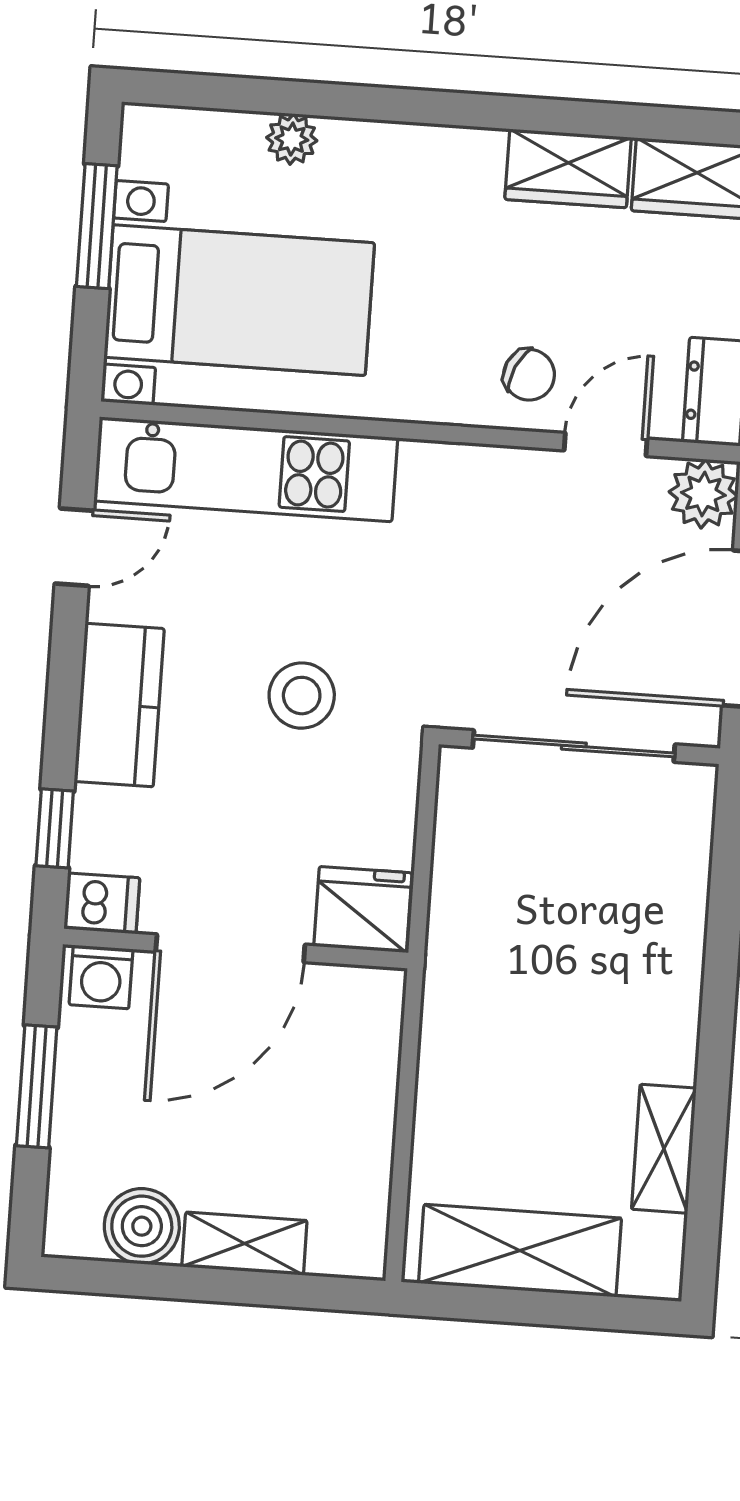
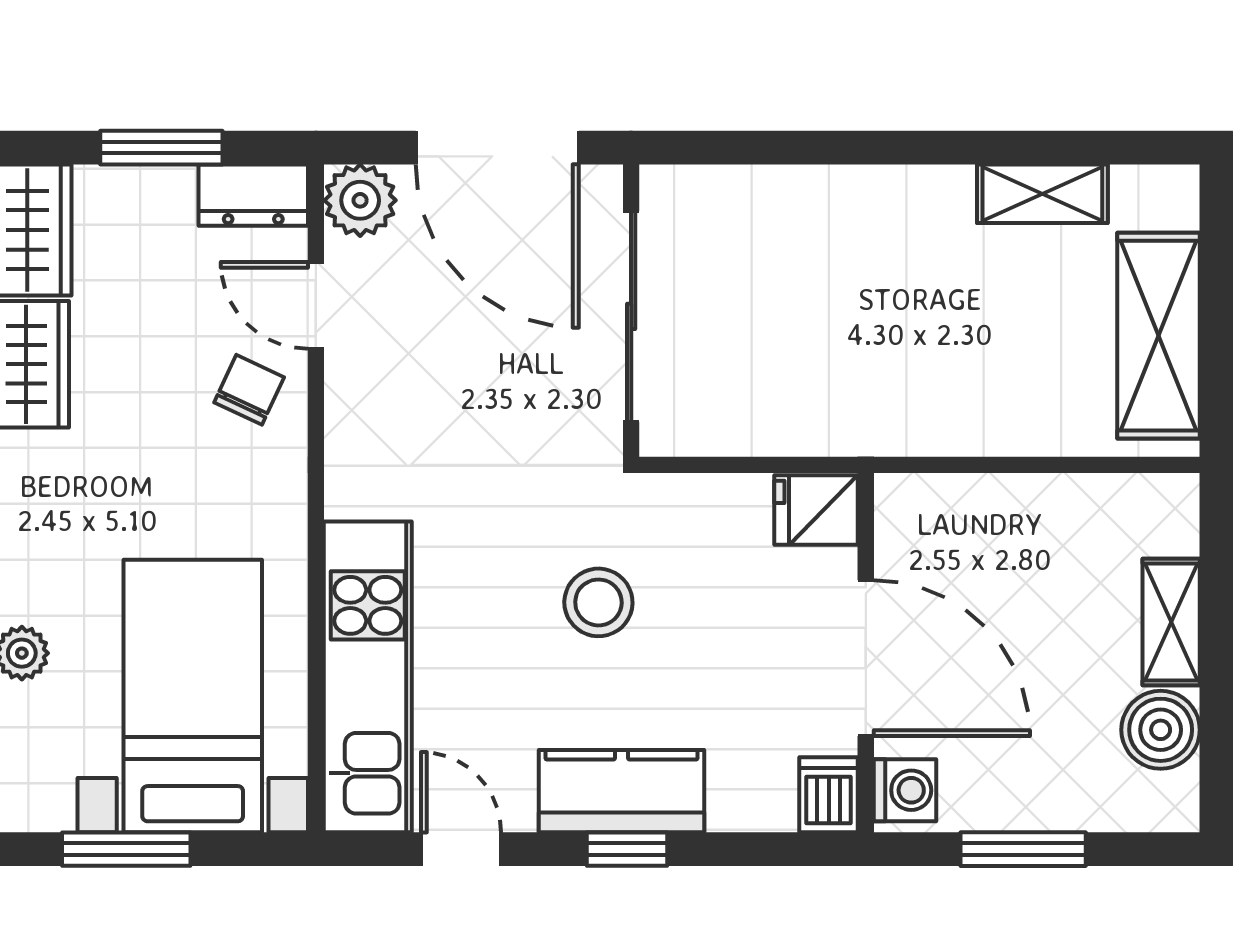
window: (55, 828) -> (627, 849), moved
fridge: (363, 910) -> (816, 510), width x0.72

